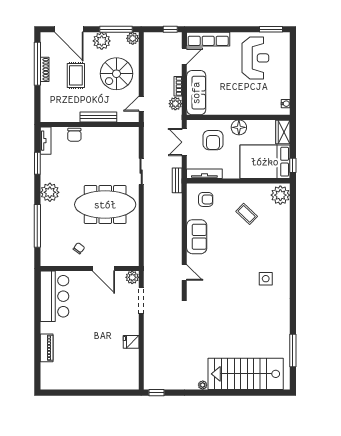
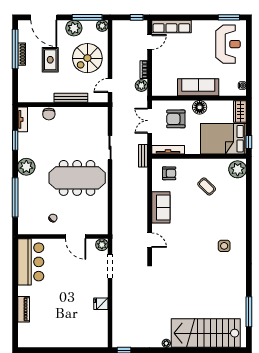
reception desk: (255, 58) -> (228, 44), moved
sofa: (196, 93) -> (198, 87), moved, turned -90
armchair: (213, 140) -> (176, 119), turned 90

